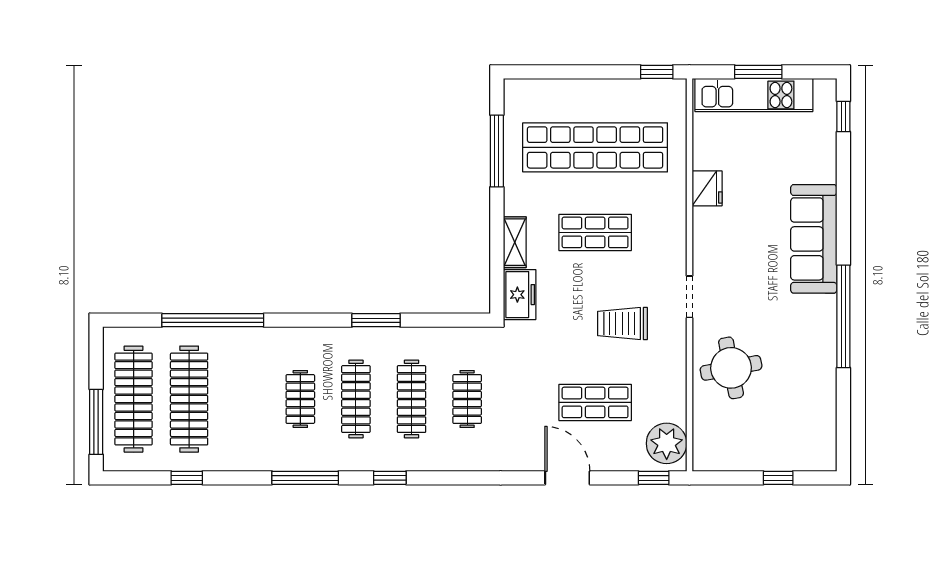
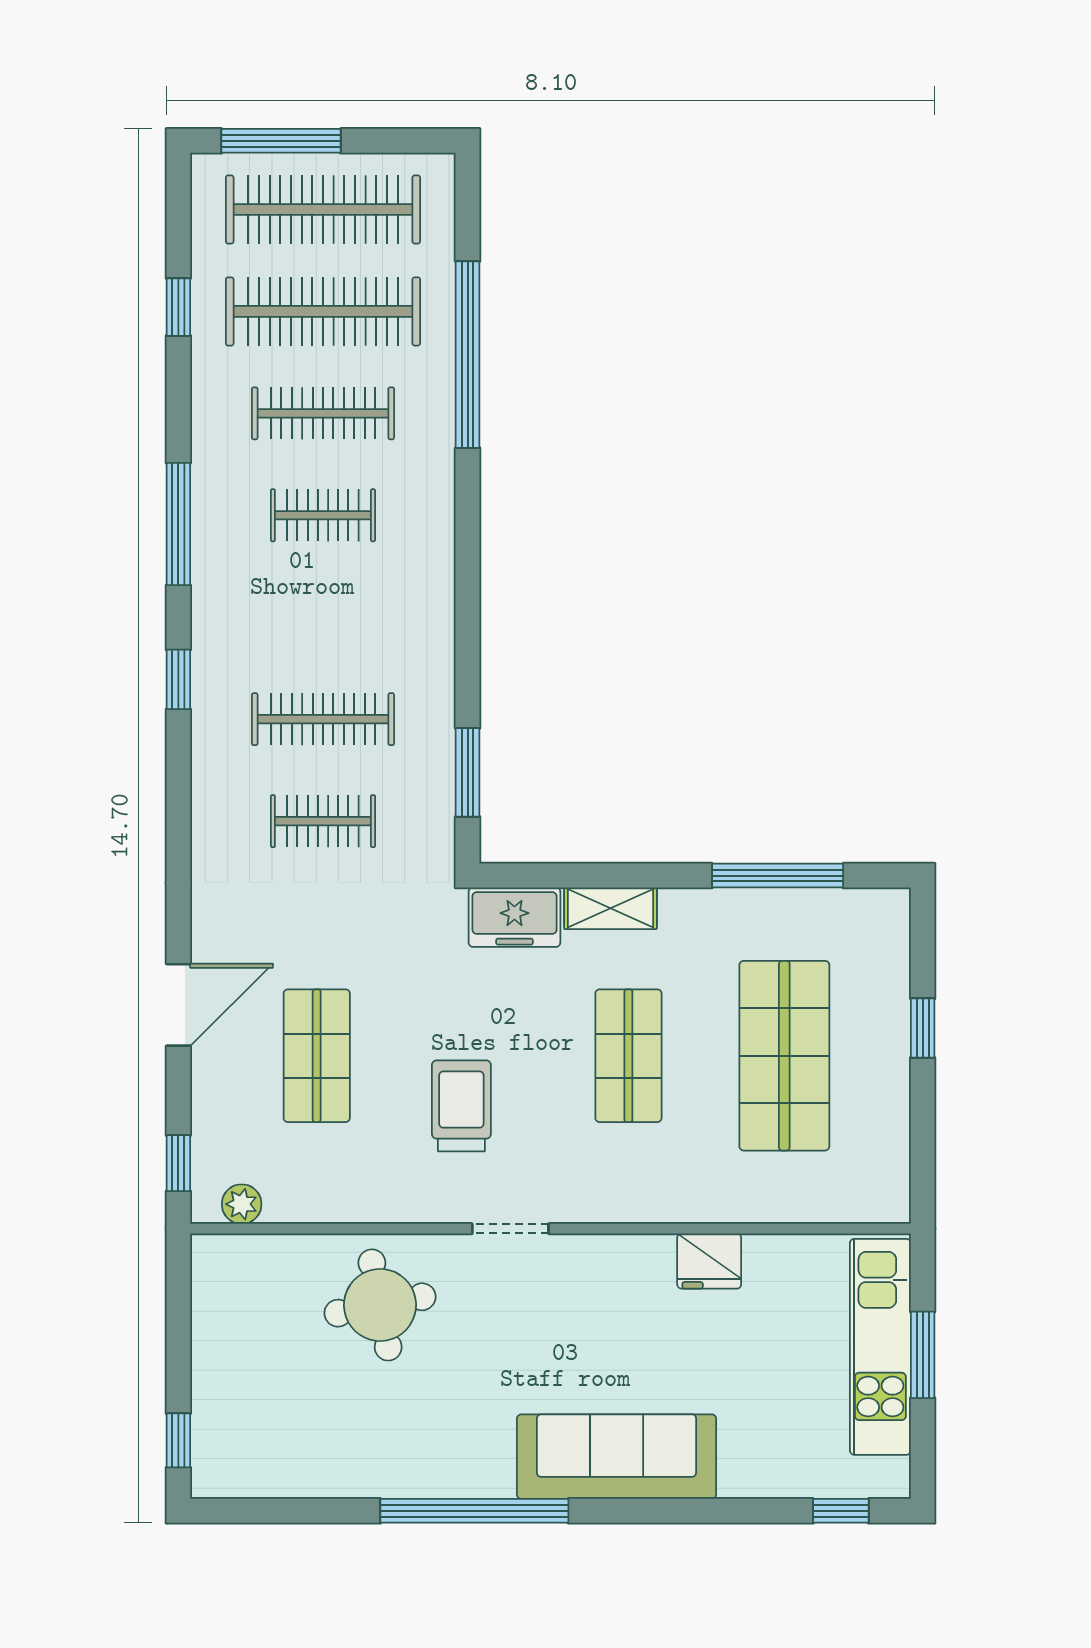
window: (657, 72) -> (923, 1028), moved
shop shelf: (595, 147) -> (784, 1056), width x0.71
window: (376, 320) -> (468, 772), moved
clothes rail: (356, 399) -> (323, 413), moved
plant: (667, 443) -> (242, 1204), width x0.53, depth x0.53
window: (778, 478) -> (178, 1440), moved

